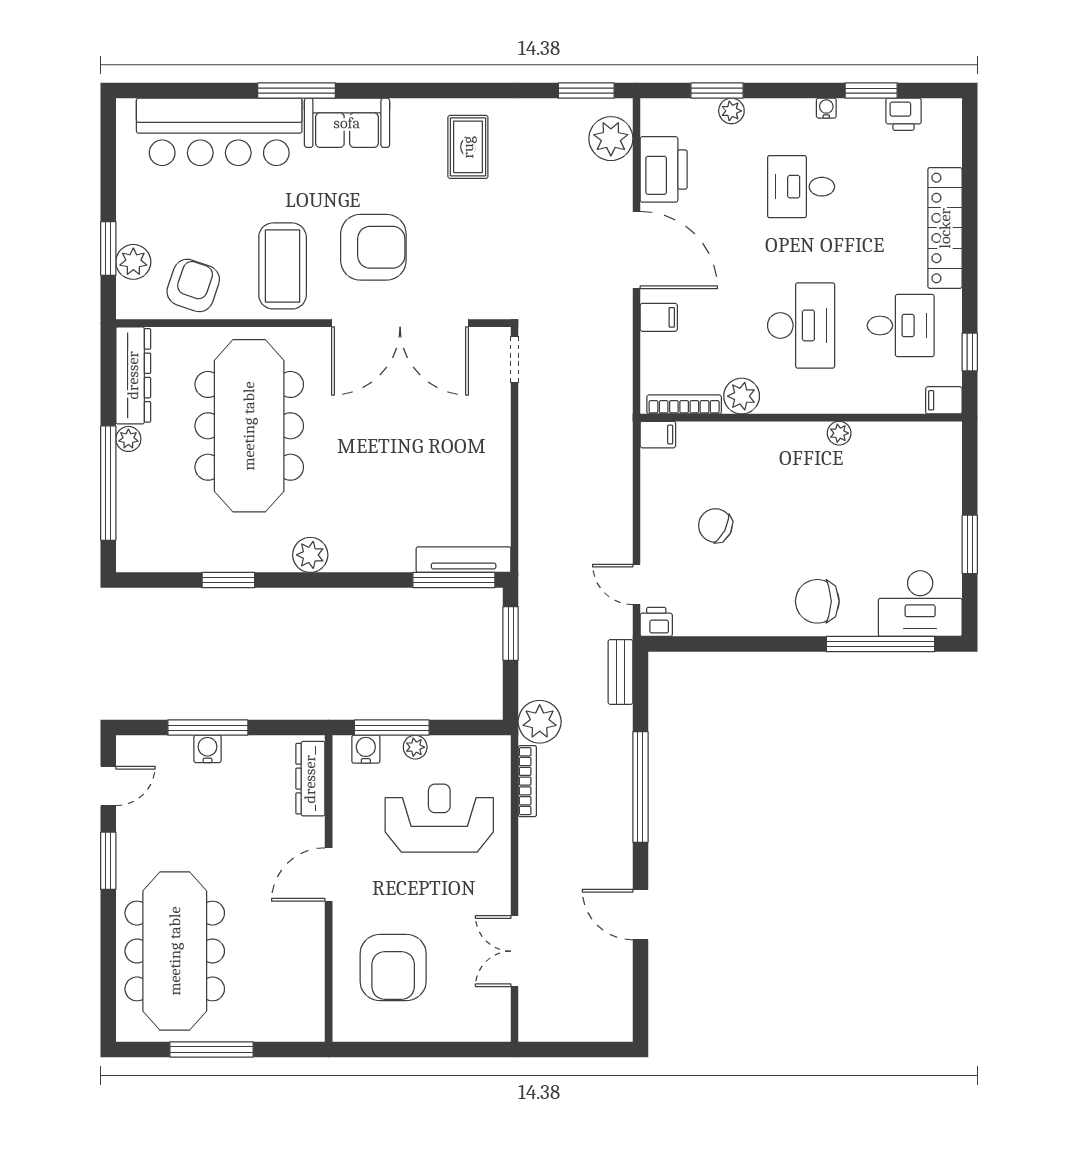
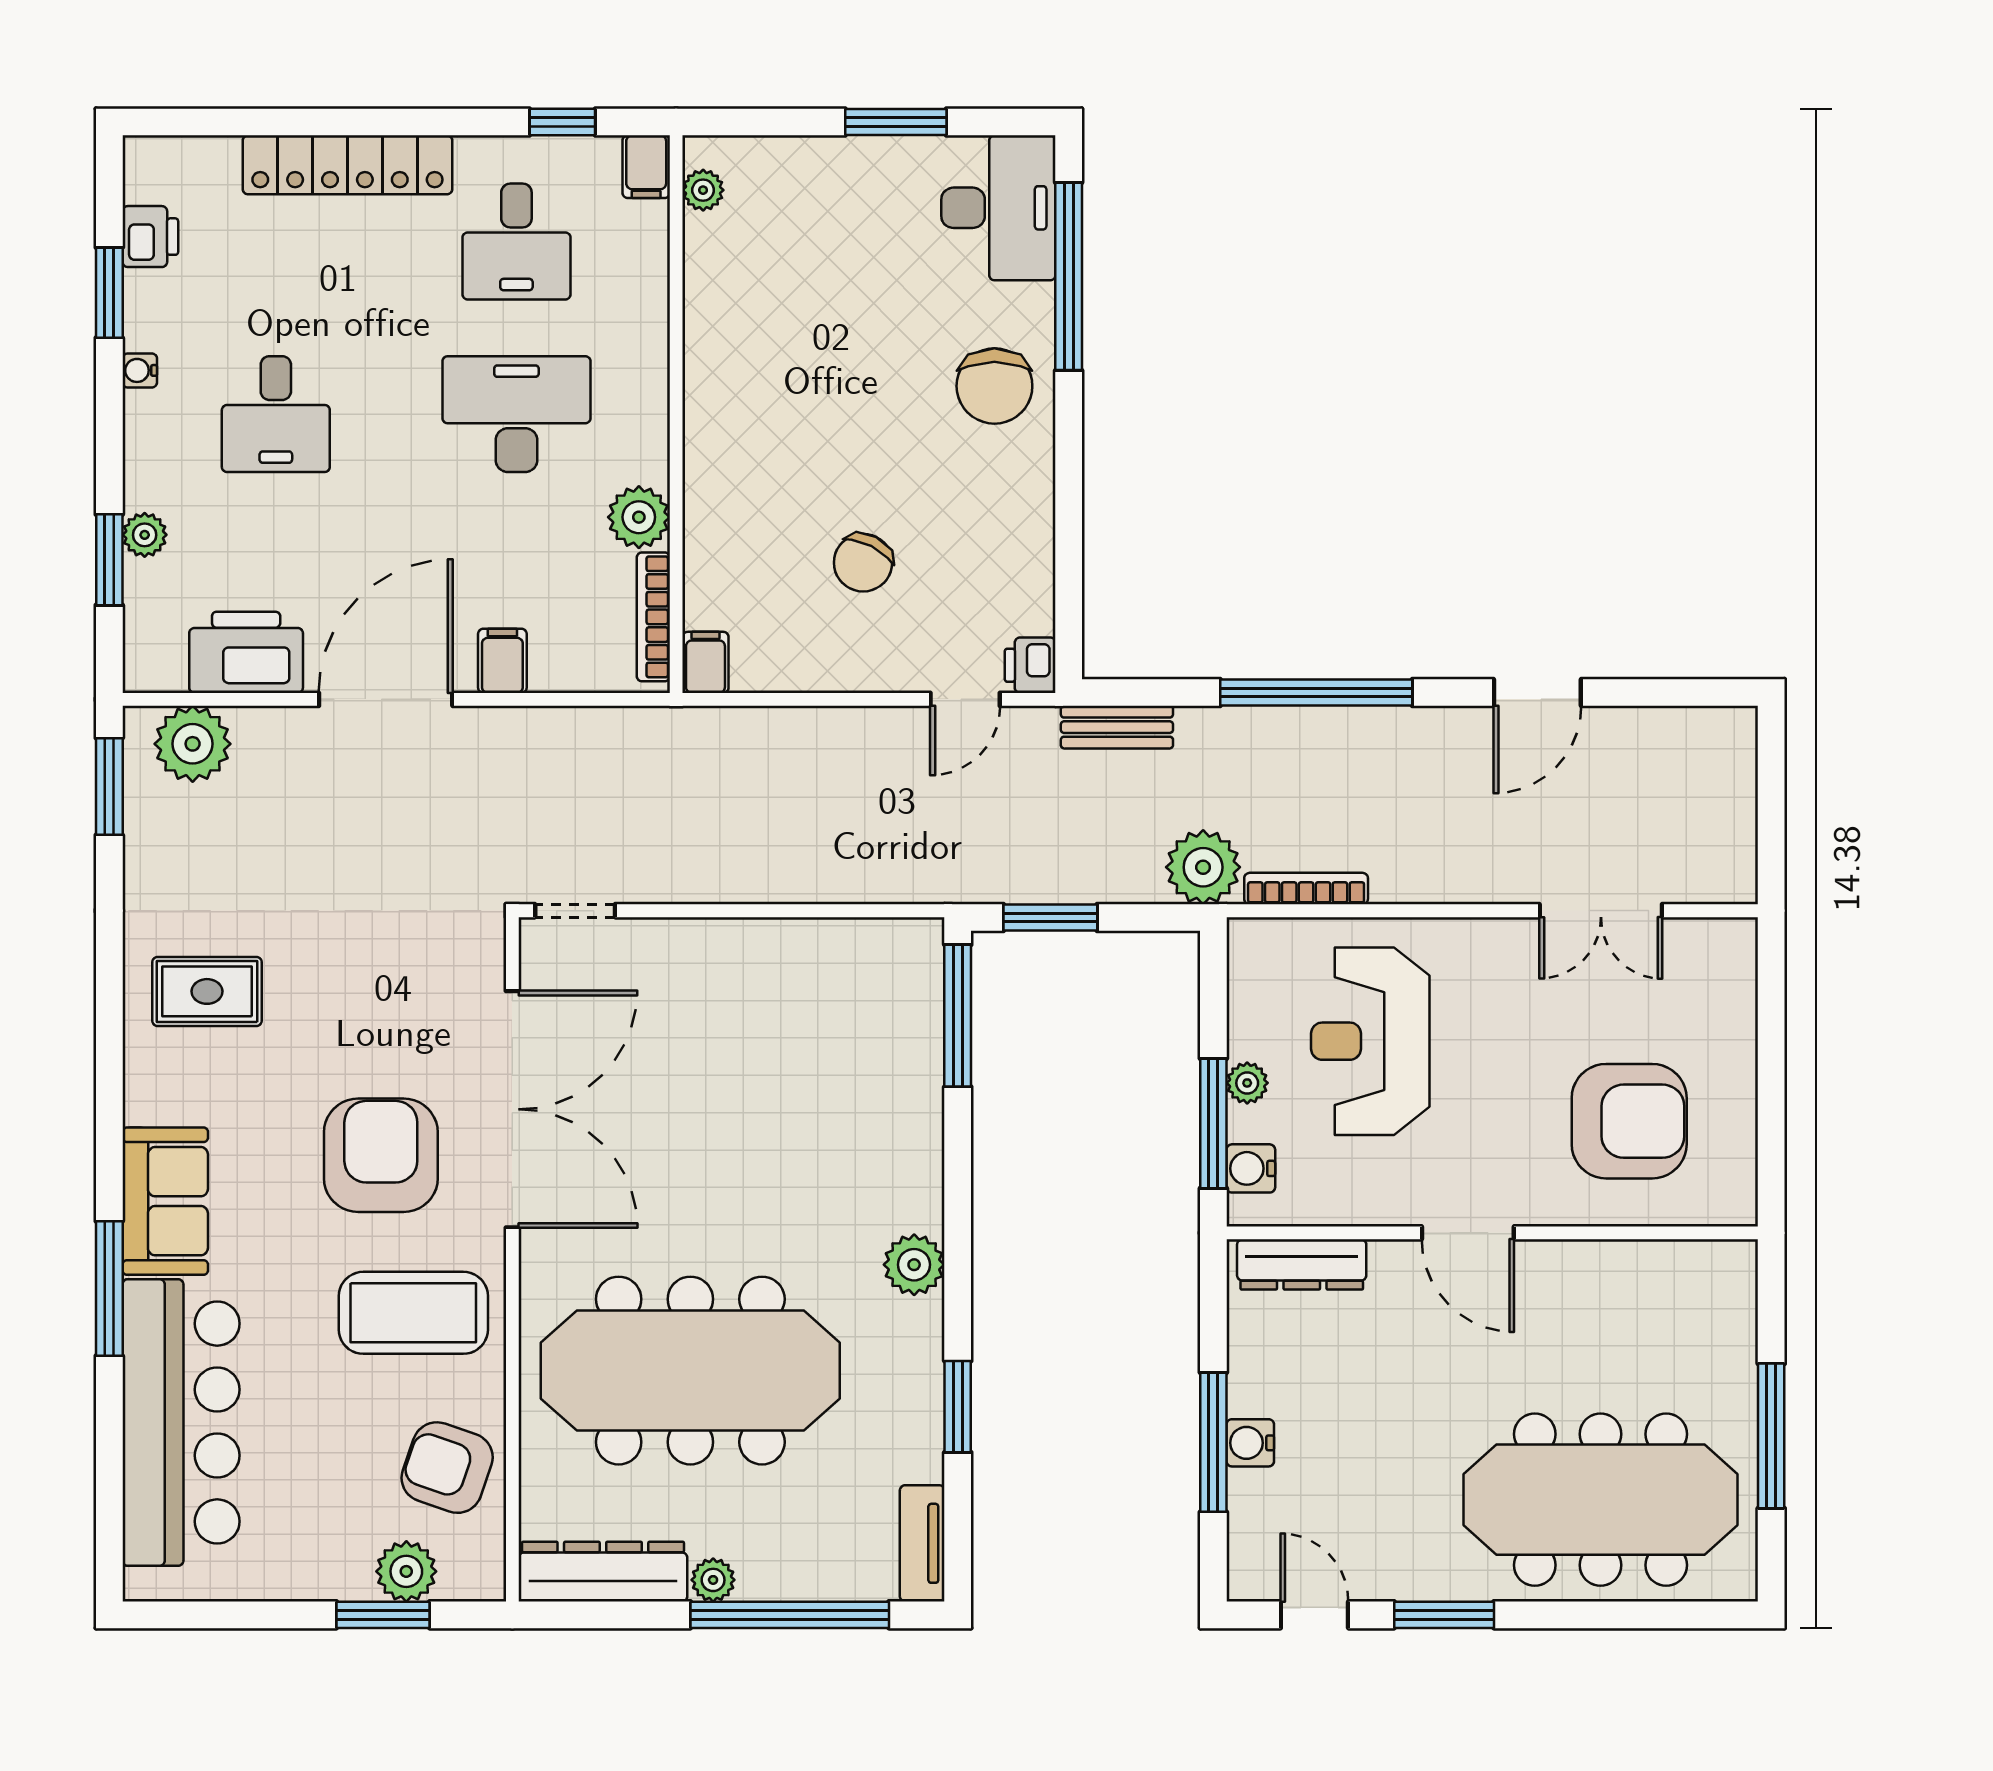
desk: (901, 325) -> (516, 242), turned 180
plant: (839, 433) -> (703, 190), moved
tv unit: (464, 560) -> (922, 1543), moved, width x0.71

